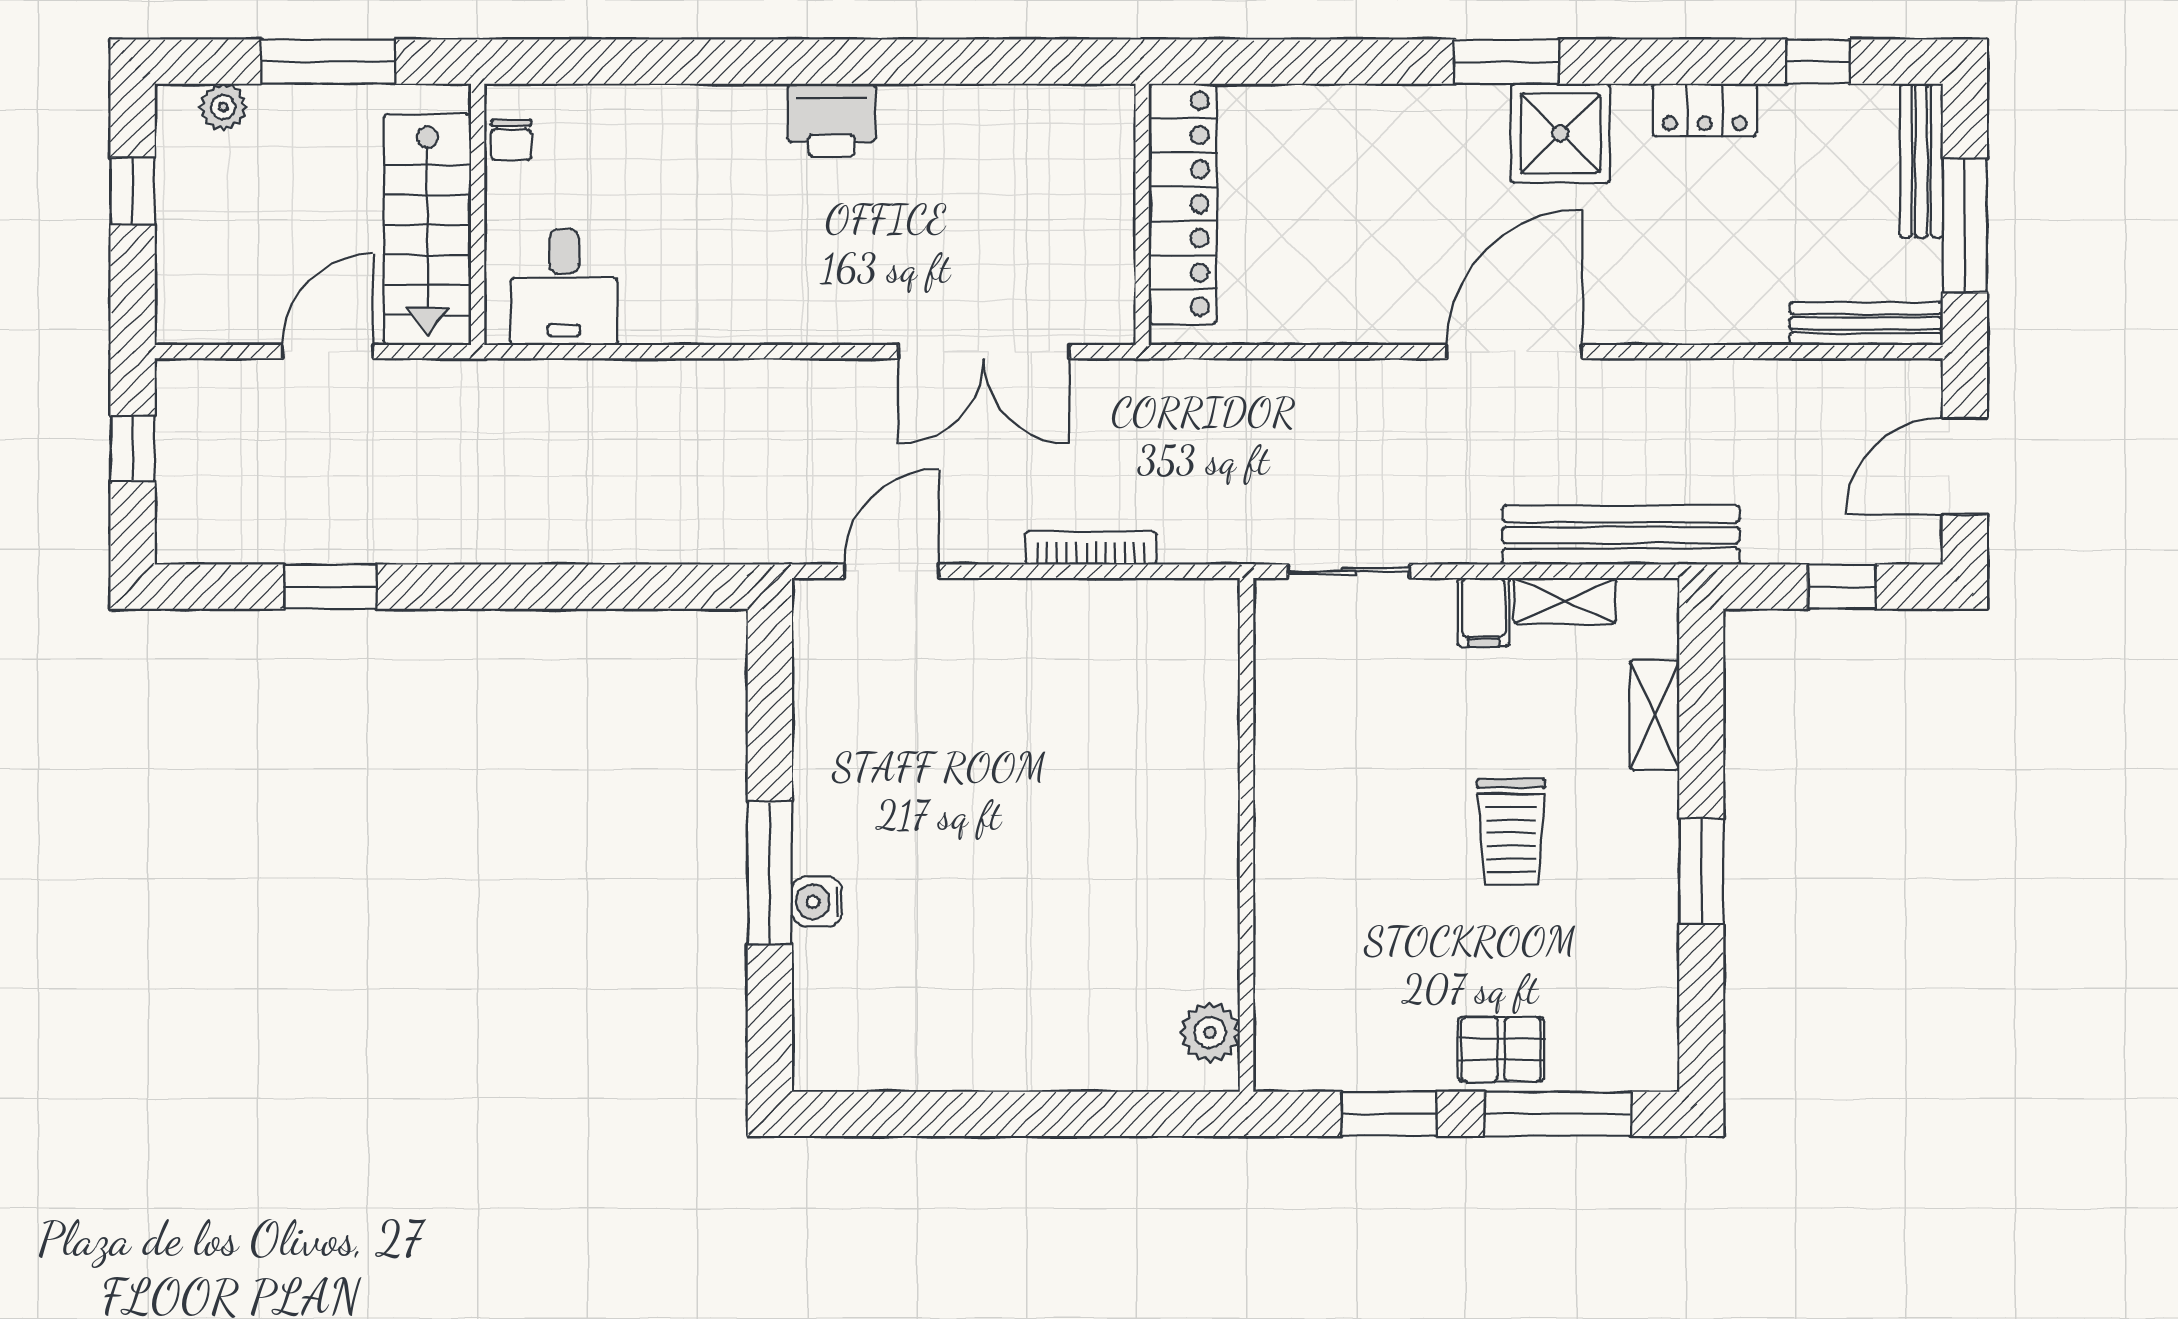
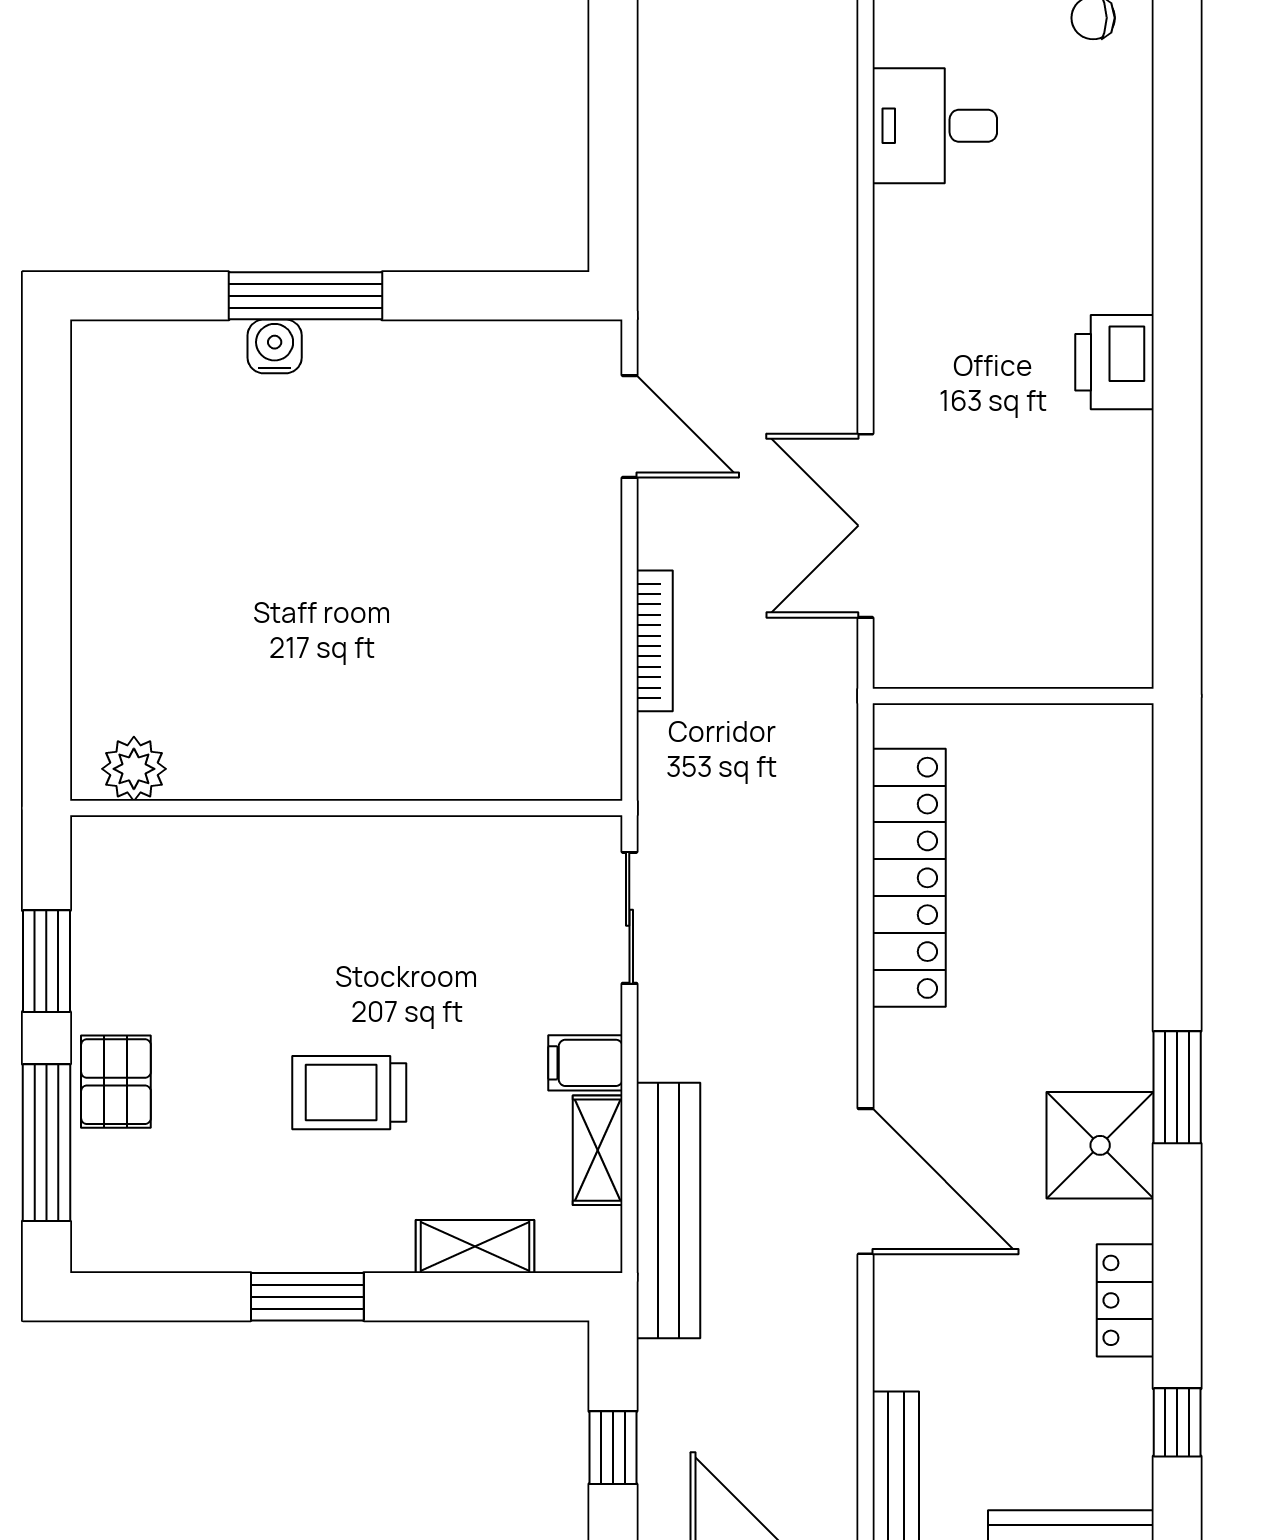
locker: (1183, 204) -> (909, 878), moved, turned -90
desk: (564, 287) -> (935, 126), moved
door: (1515, 352) -> (866, 1181), moved

